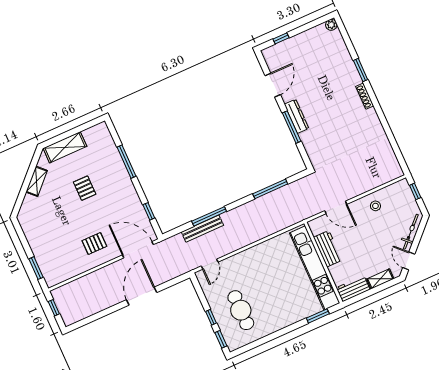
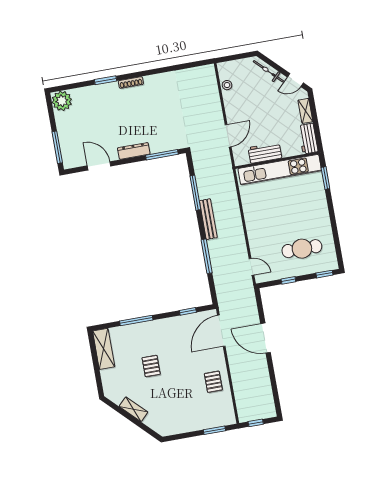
plant: (331, 25) -> (62, 101), width x1.88, depth x1.88
window: (281, 38) -> (57, 147), width x2.17
window: (292, 127) -> (162, 155), moved
shelving: (65, 147) -> (104, 349), moved
pallet: (85, 188) -> (151, 366), turned 90
window: (415, 191) -> (232, 58), removed
stool: (375, 206) -> (227, 85), moved
bench: (202, 229) -> (208, 219), moved
pallet: (94, 243) -> (213, 382), moved
window: (211, 317) -> (288, 280), moved

